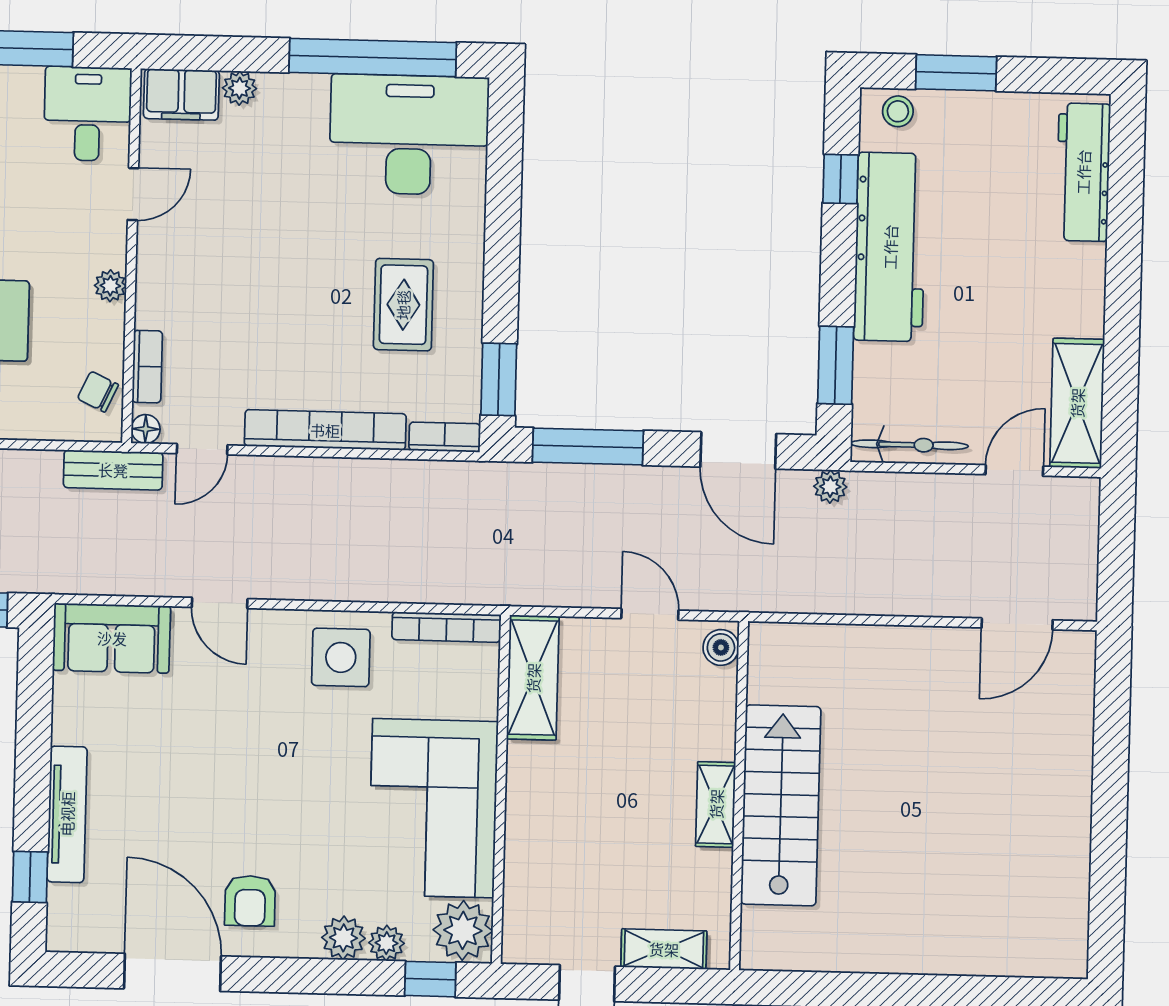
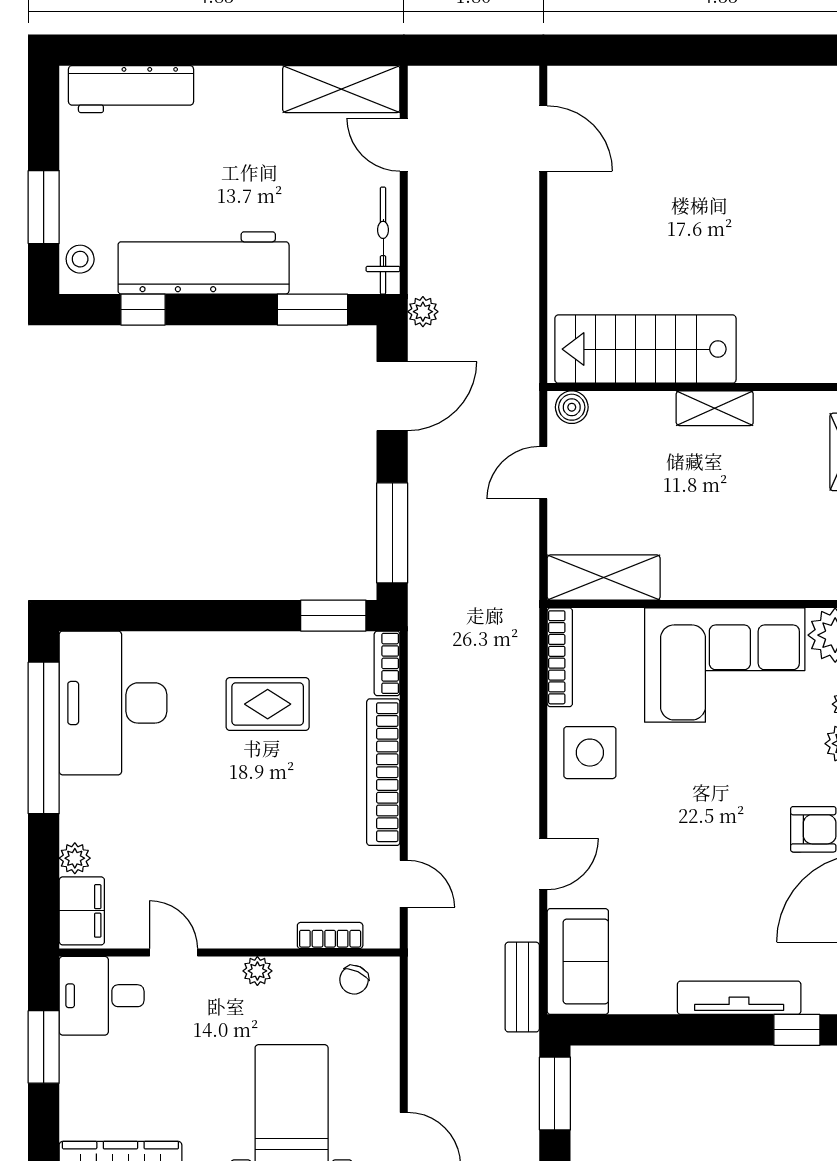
floor lamp: (146, 429) -> (387, 936), removed
bench: (113, 470) -> (522, 987), moved
stairs: (781, 805) -> (645, 349), moved

